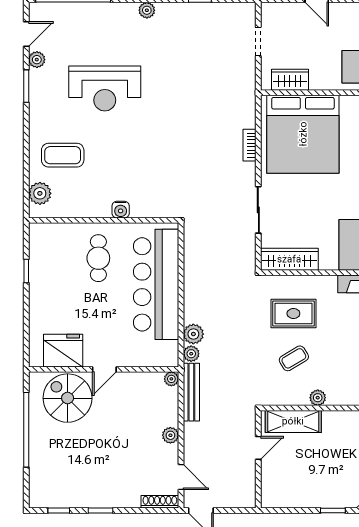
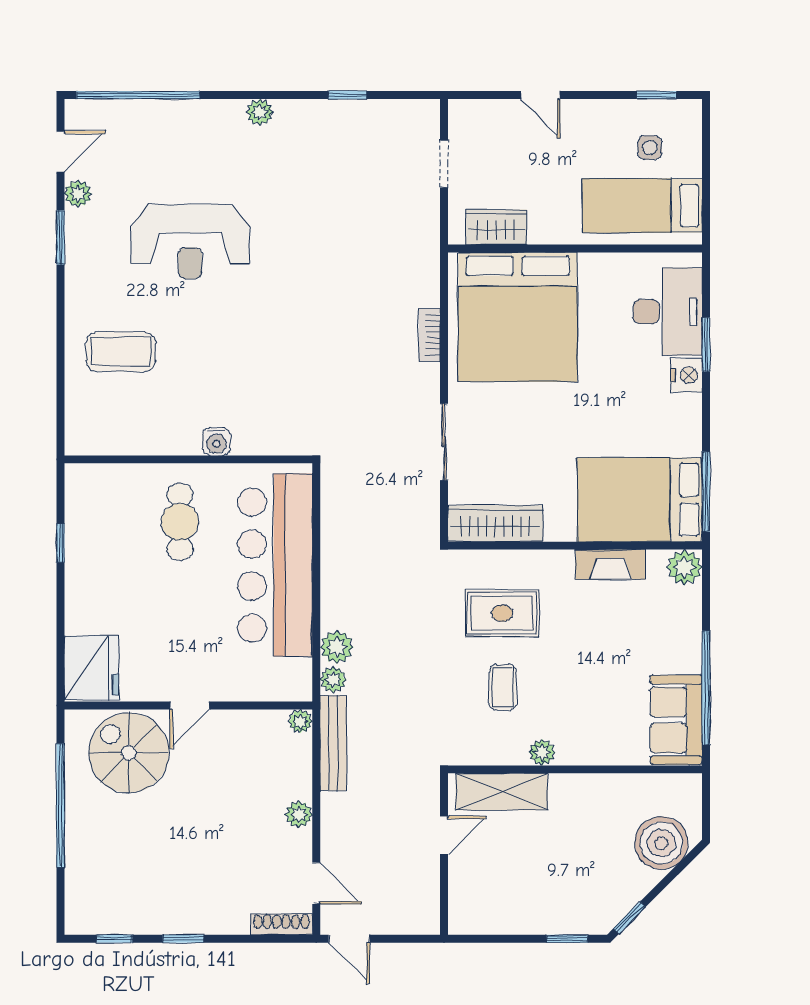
plant: (40, 193) -> (83, 415), removed
fridge: (63, 351) -> (92, 668), moved, turned 90
coffee table: (294, 358) -> (503, 687), turned -59

